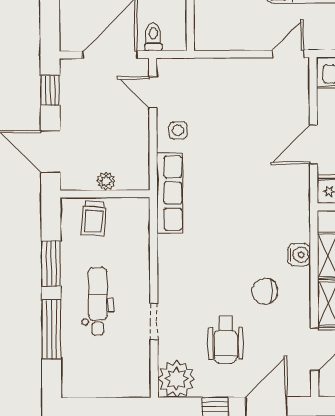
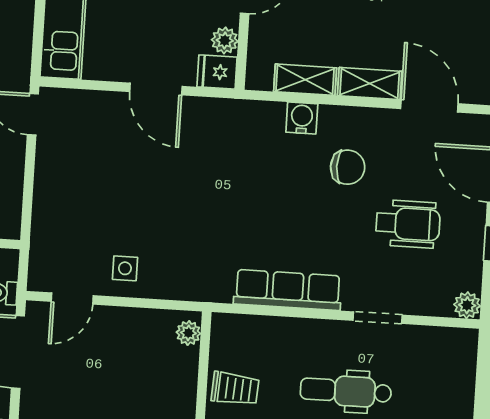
plant: (106, 181) -> (188, 333), moved
row of seats: (170, 193) -> (288, 290), moved
chair: (265, 291) -> (348, 167), turned -90
plant: (177, 379) -> (467, 305), width x0.53, depth x0.53

